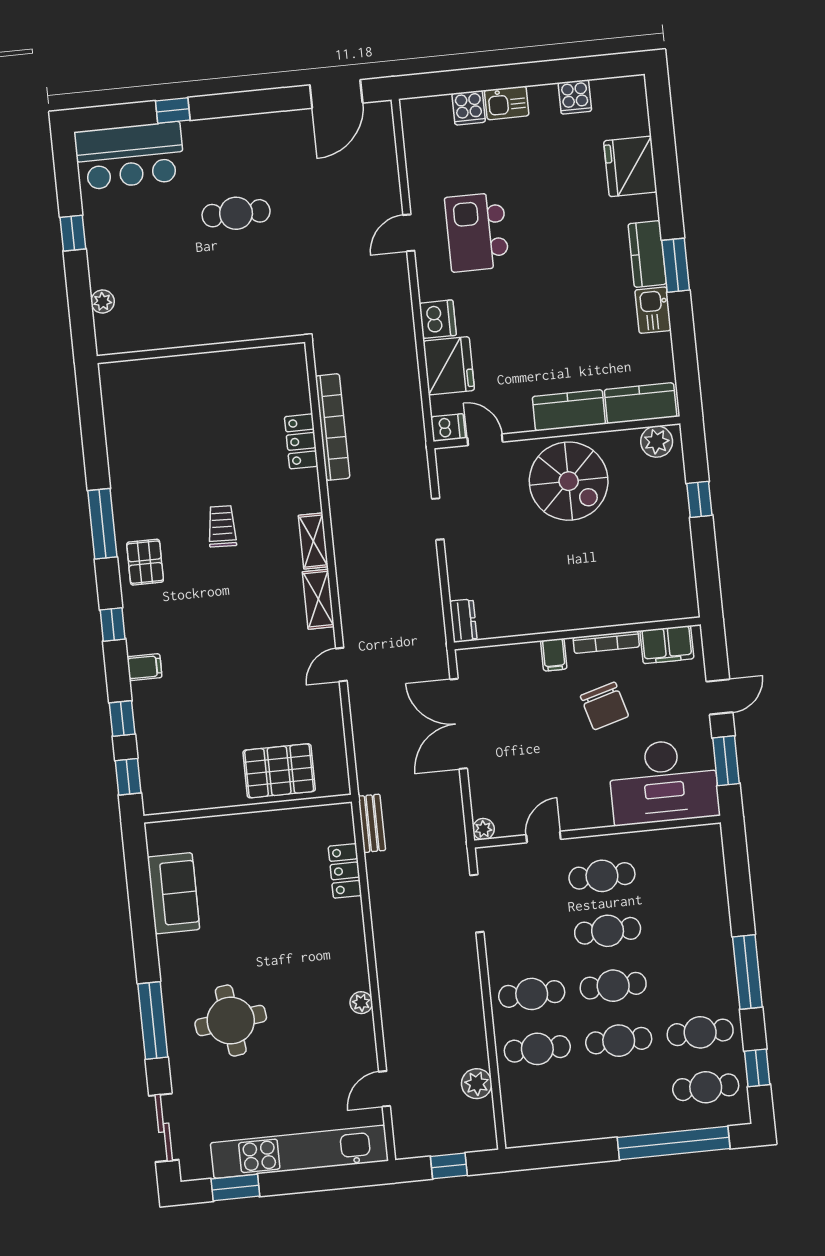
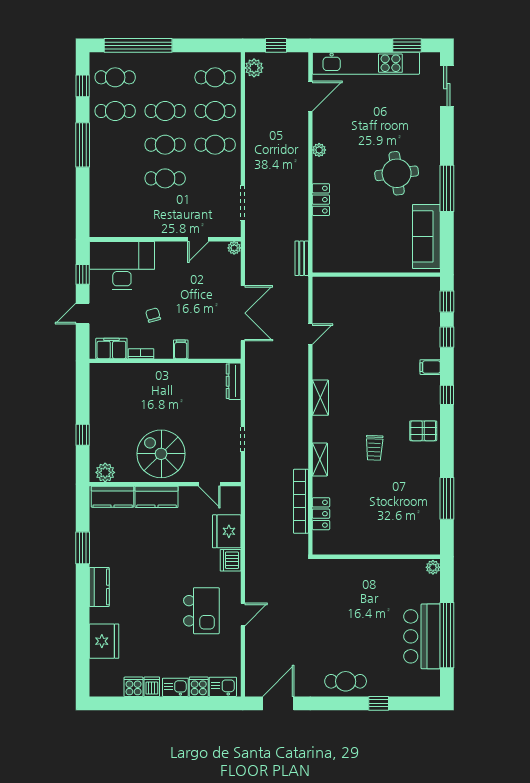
bar counter: (130, 156) -> (422, 636), moved, turned -90
cafe table: (236, 213) -> (346, 681), moved
window: (73, 233) -> (447, 635), width x3.17
window: (676, 265) -> (83, 548), moved
plant: (103, 302) -> (433, 567), moved
kitchen sink: (653, 310) -> (223, 687), moved, turned -90
dishwasher: (448, 428) -> (152, 687), moved, turned 90
locker: (301, 441) -> (321, 514), moved
window: (102, 524) -> (447, 498), moved
shelving: (313, 541) -> (320, 459), moved
pallet: (145, 562) -> (423, 431), turned 90
dresser: (463, 621) -> (234, 381), width x1.44
bookcase: (606, 642) -> (141, 354), width x0.64
door: (341, 665) -> (310, 334), moved
chair: (604, 706) -> (153, 315), width x0.54, depth x0.54
window: (726, 761) -> (83, 274), width x0.67
pallet: (279, 771) -> (355, 296), removed
locker: (345, 871) -> (321, 200), moved
cafe table: (602, 876) -> (215, 77), moved
sofa: (174, 893) -> (426, 236), width x1.36
window: (153, 1021) -> (447, 188), moved
round table: (231, 1021) -> (397, 173), moved
plant: (477, 1084) -> (254, 68), moved
door: (384, 1089) -> (310, 96), width x1.38

